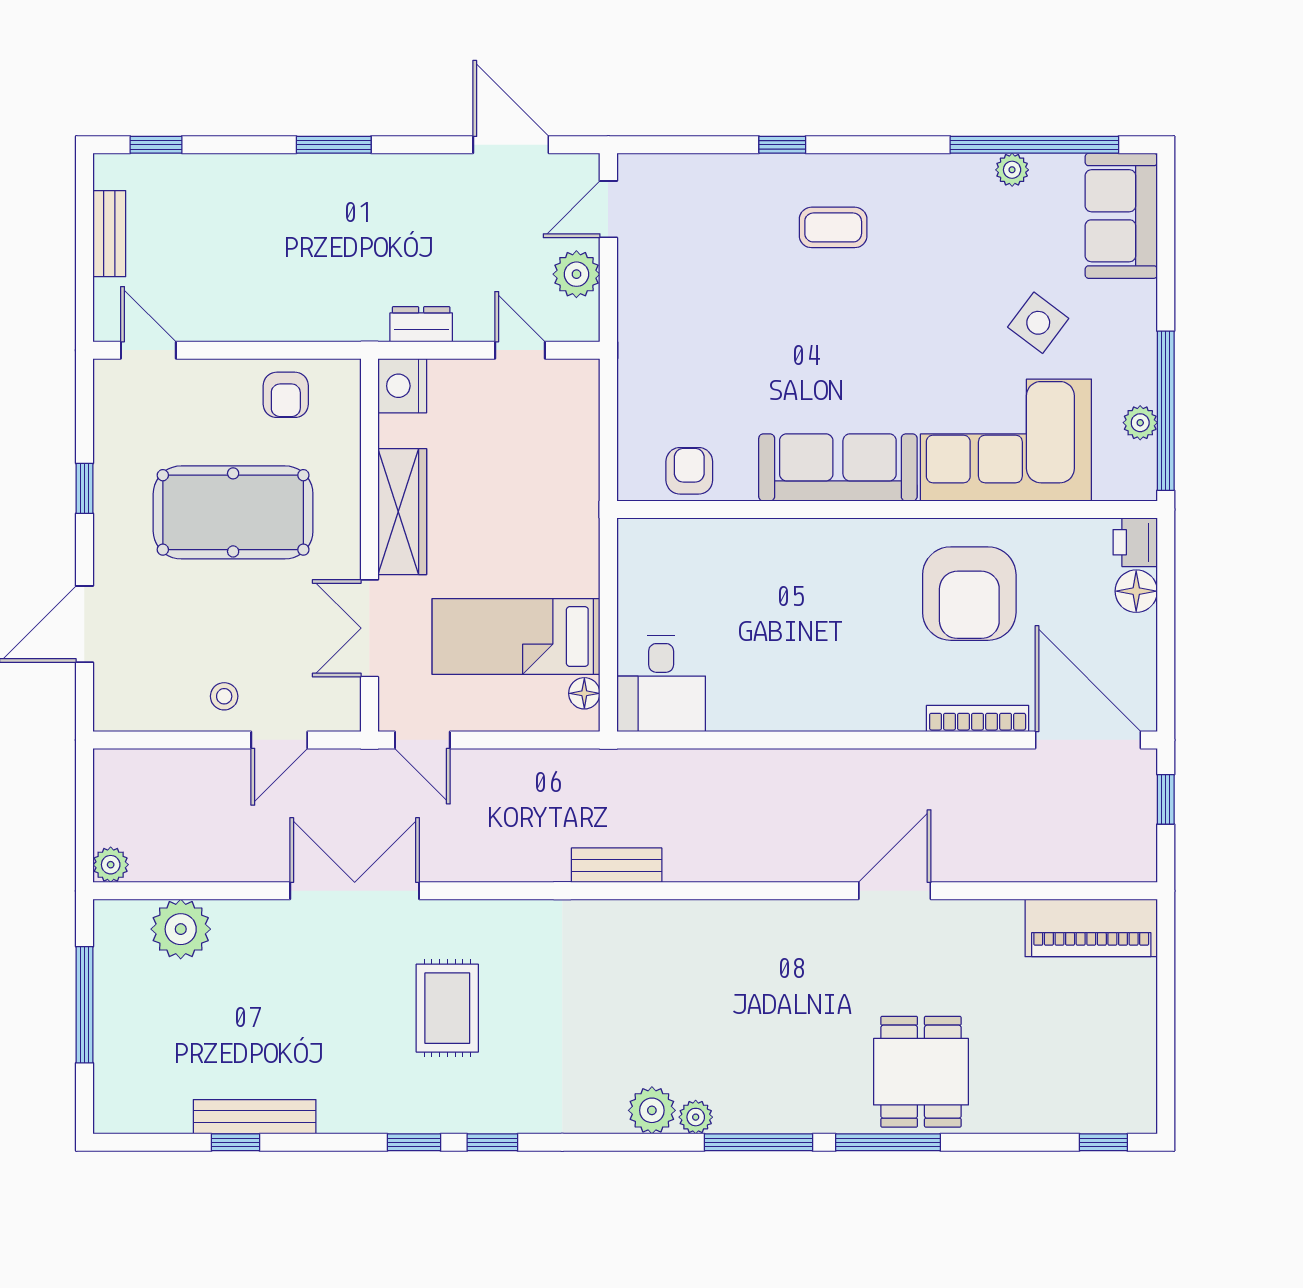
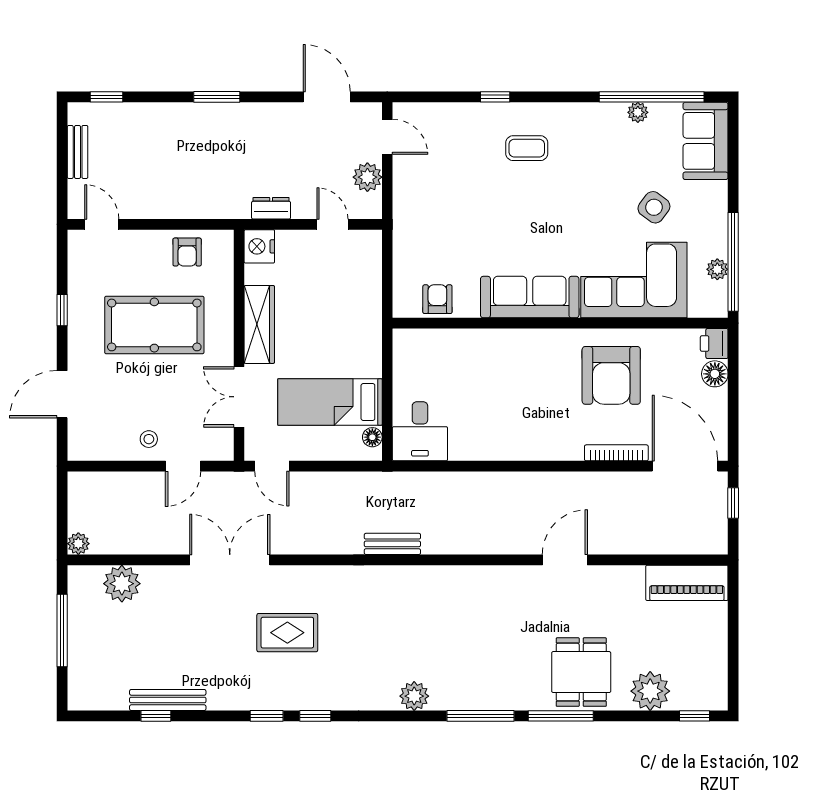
door: (608, 209) -> (387, 137), swing flipped
rug: (447, 1008) -> (287, 633), turned 90
plant: (696, 1117) -> (650, 691), moved, width x1.88, depth x1.88

